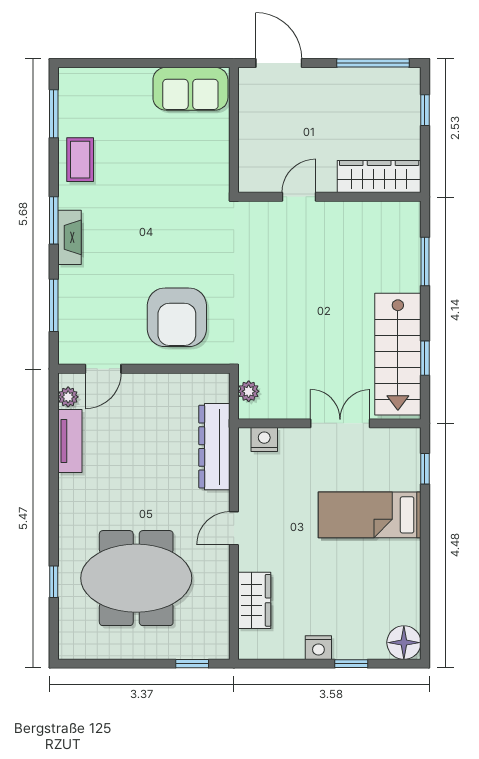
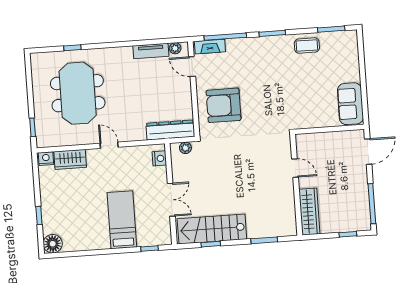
fireplace: (69, 237) -> (210, 47), moved
window: (54, 305) -> (225, 37), width x1.44
dresser: (214, 447) -> (170, 130), moved
nightstand: (318, 648) -> (46, 159), moved, turned 90

